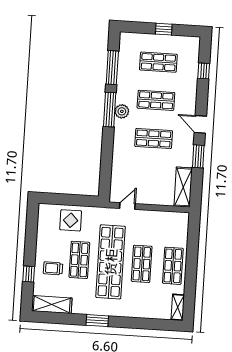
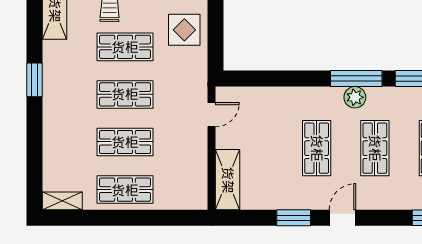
shelving: (183, 187) -> (228, 180), moved, turned 90
door: (127, 206) -> (212, 115), hinge flipped
shop shelf: (111, 262) -> (125, 94), width x0.50, depth x0.74

